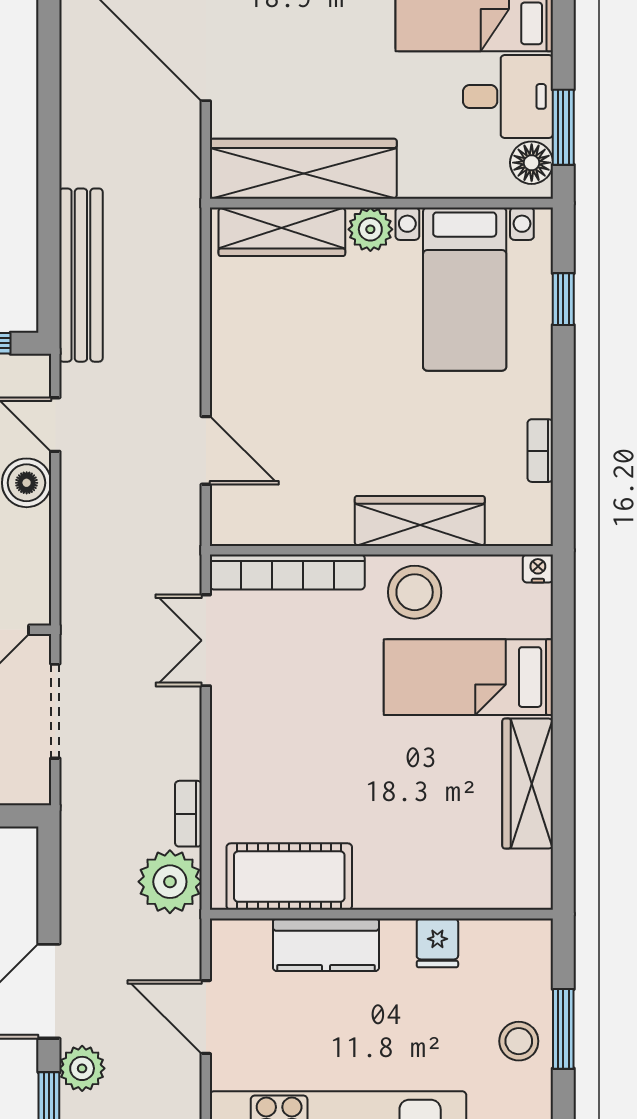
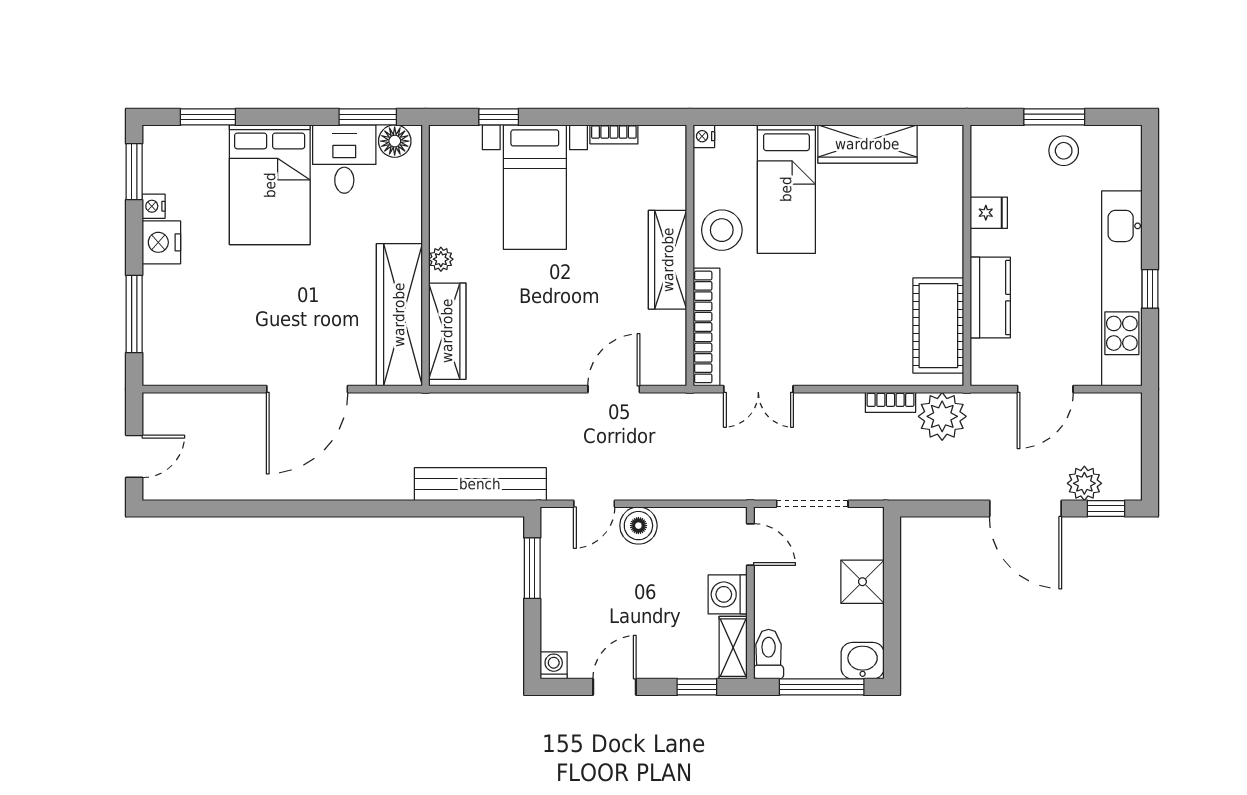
plant: (370, 229) -> (441, 259), width x0.73, depth x0.73
bed with nightstands: (465, 289) -> (535, 187), moved, turned 90
wardrobe: (420, 521) -> (668, 260), moved

